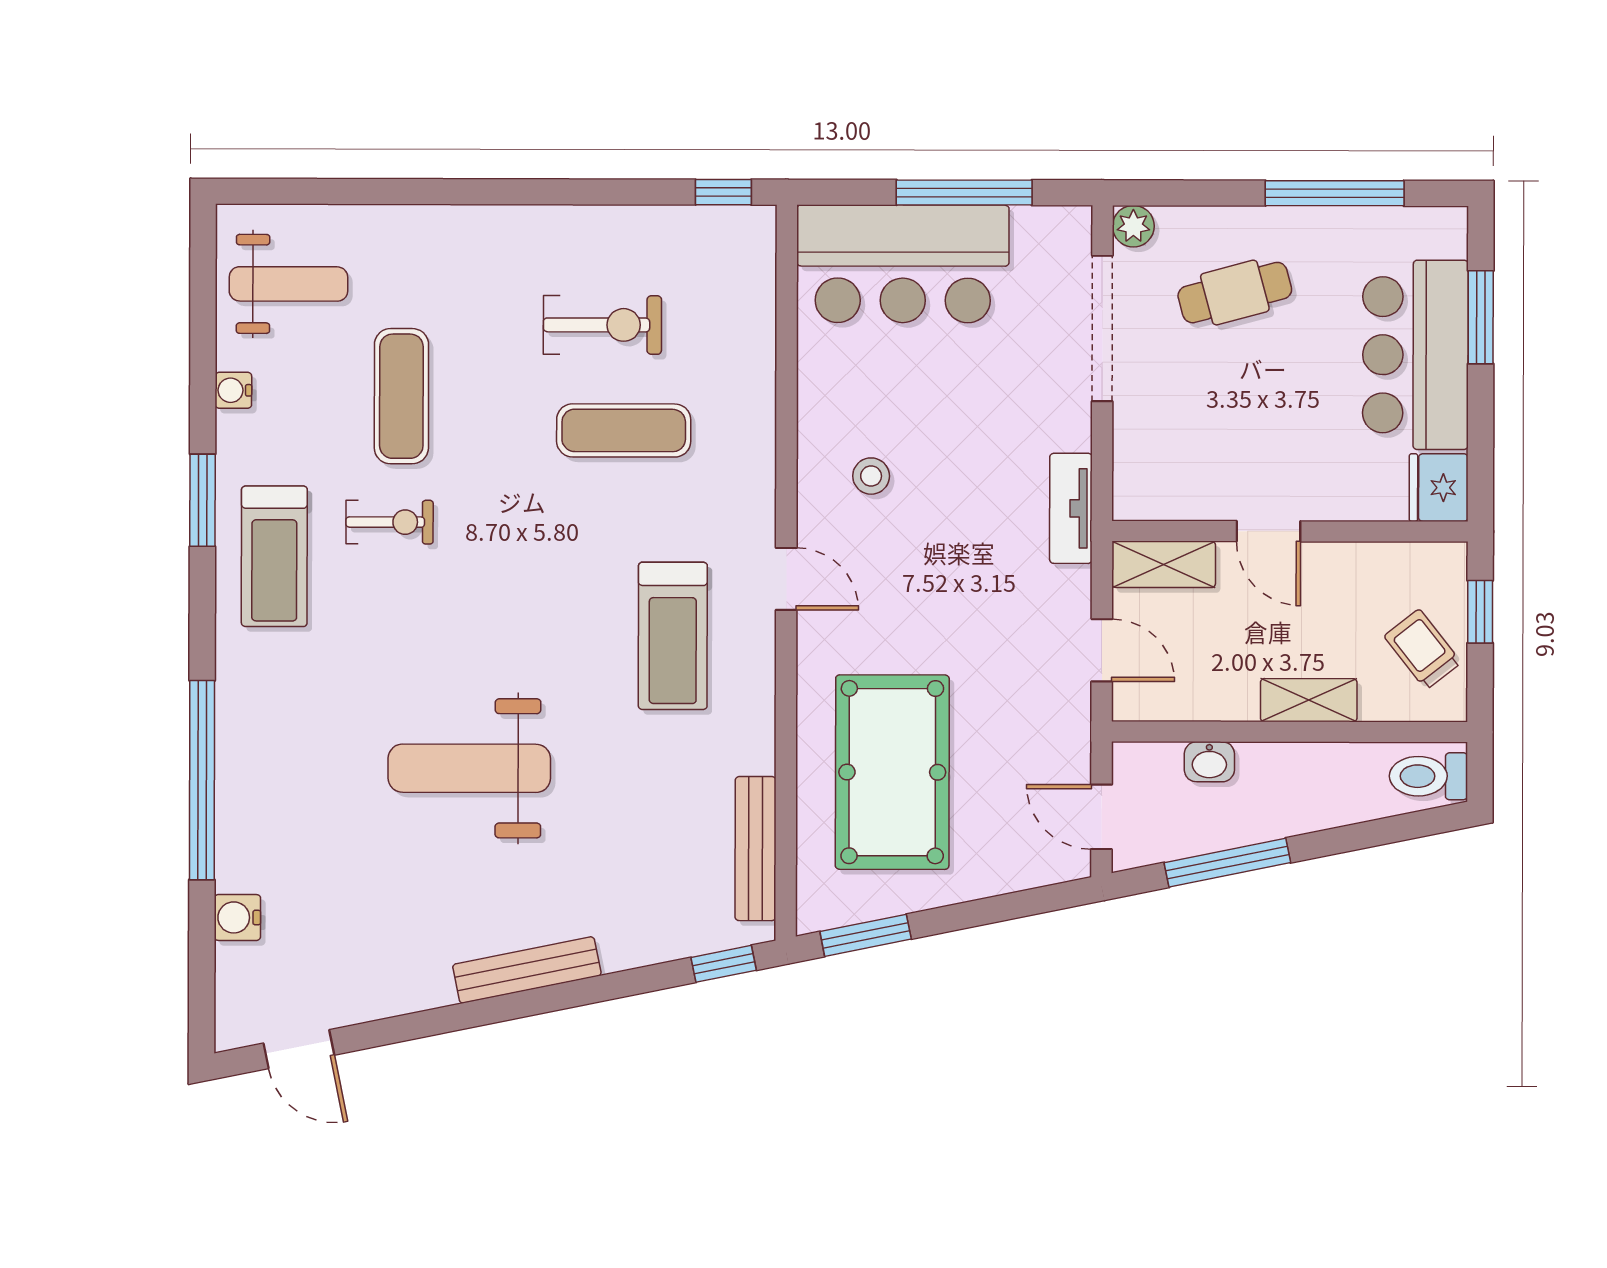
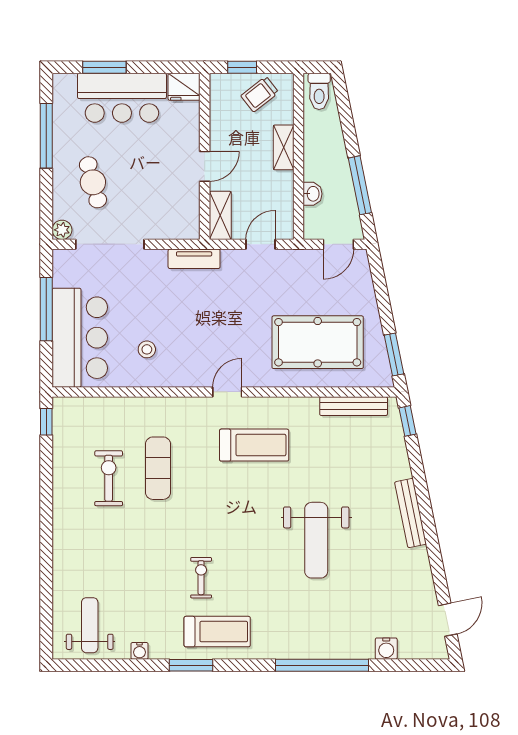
exercise mat: (401, 396) -> (142, 572), removed
stool: (871, 476) -> (147, 349), moved

